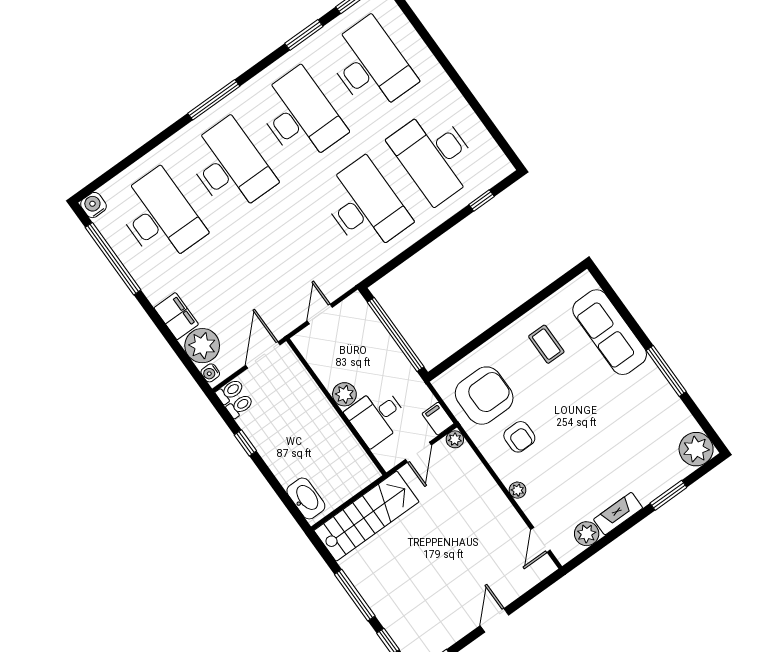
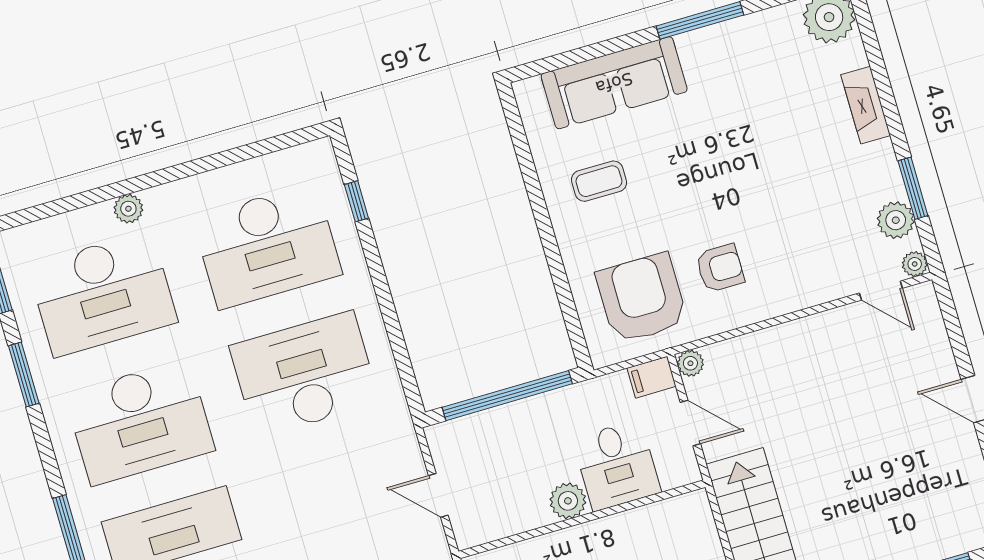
plant: (428, 63) -> (128, 209), added
desk: (370, 66) -> (103, 294), turned 180
desk: (300, 116) -> (140, 422), turned 180
plant: (518, 490) -> (915, 264), moved
window: (668, 495) -> (913, 188), moved
fireplace: (618, 514) -> (866, 105), moved

